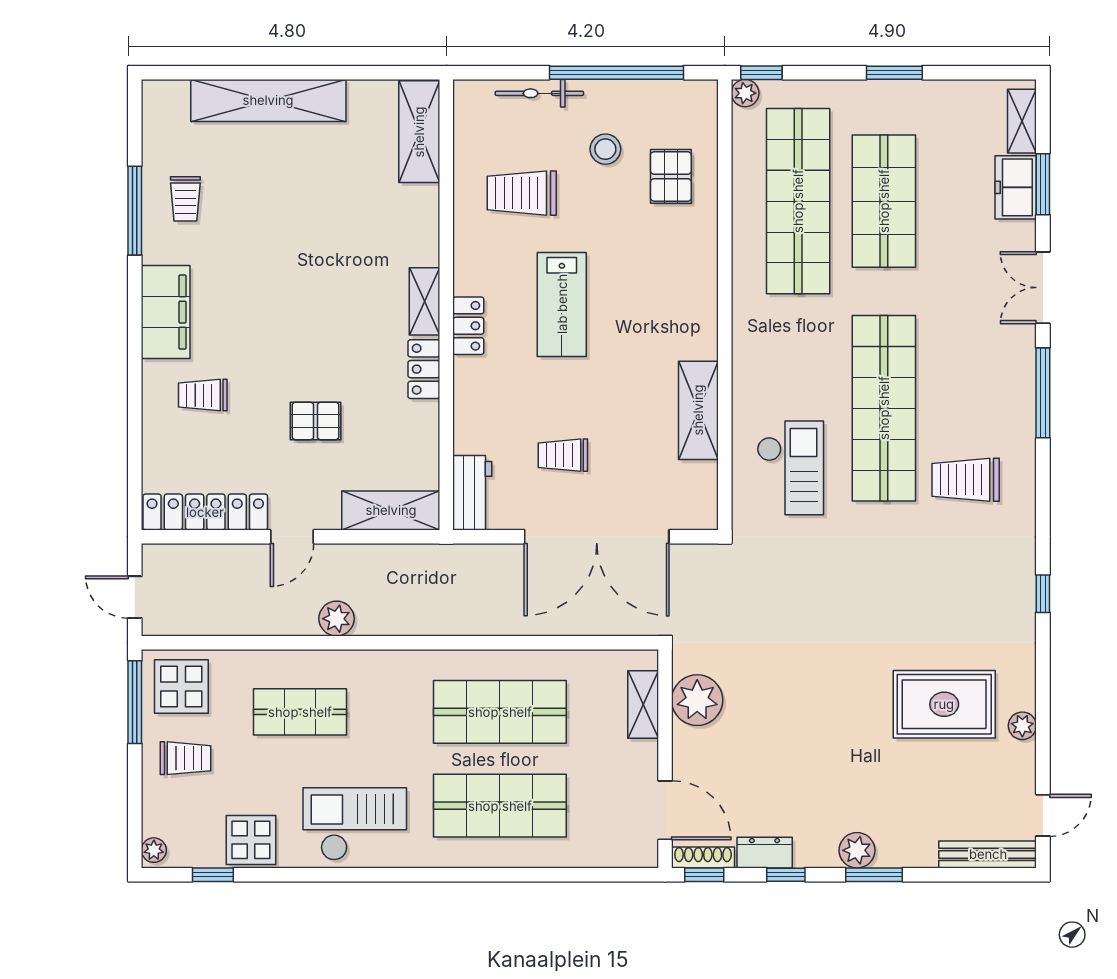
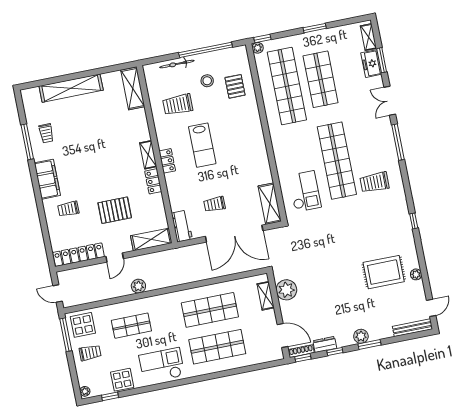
shelving: (698, 410) -> (270, 204), moved
pallet: (316, 421) -> (115, 210), width x1.50, depth x1.42

